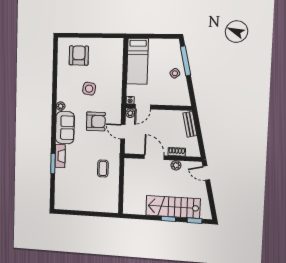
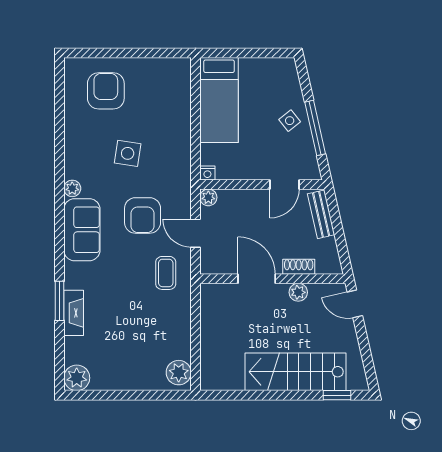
window: (185, 61) -> (315, 128), moved
door: (143, 107) -> (284, 185), moved
armchair: (96, 121) -> (143, 215), turned 90
fireplace: (60, 156) -> (74, 313), moved
coffee table: (103, 168) -> (166, 273), moved
plant: (61, 203) -> (77, 378), added
plant: (112, 204) -> (179, 373), added
window: (168, 219) -> (288, 395), removed

